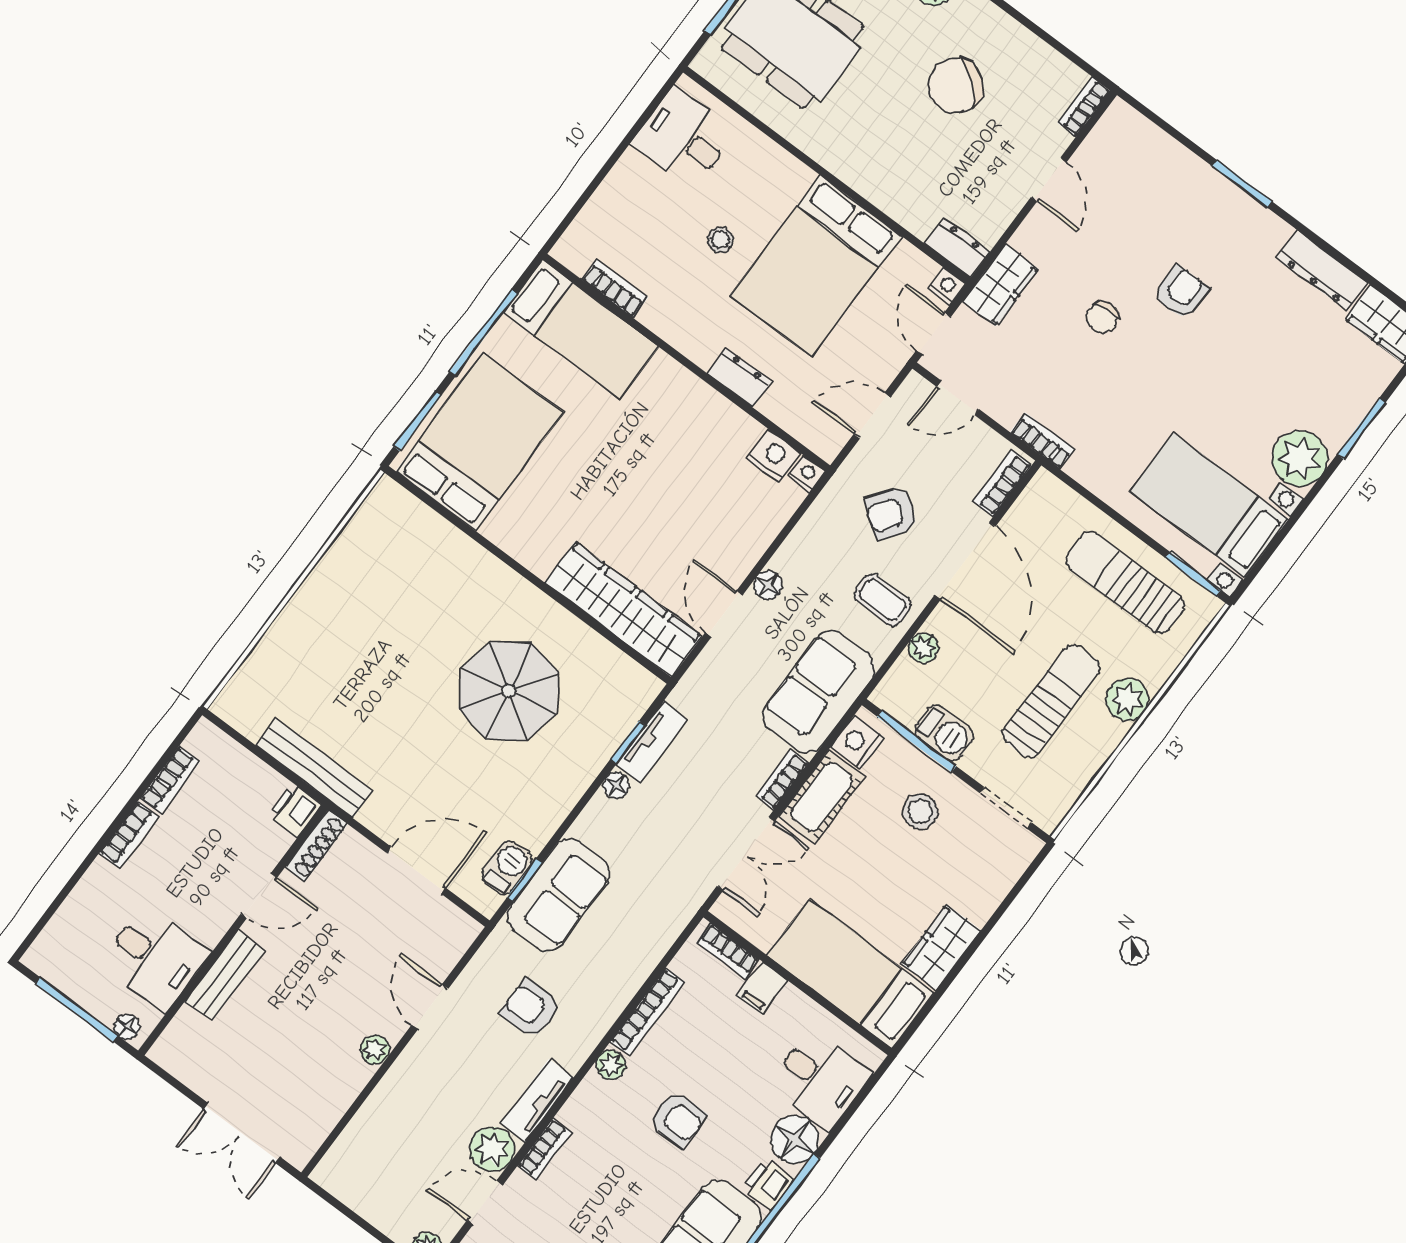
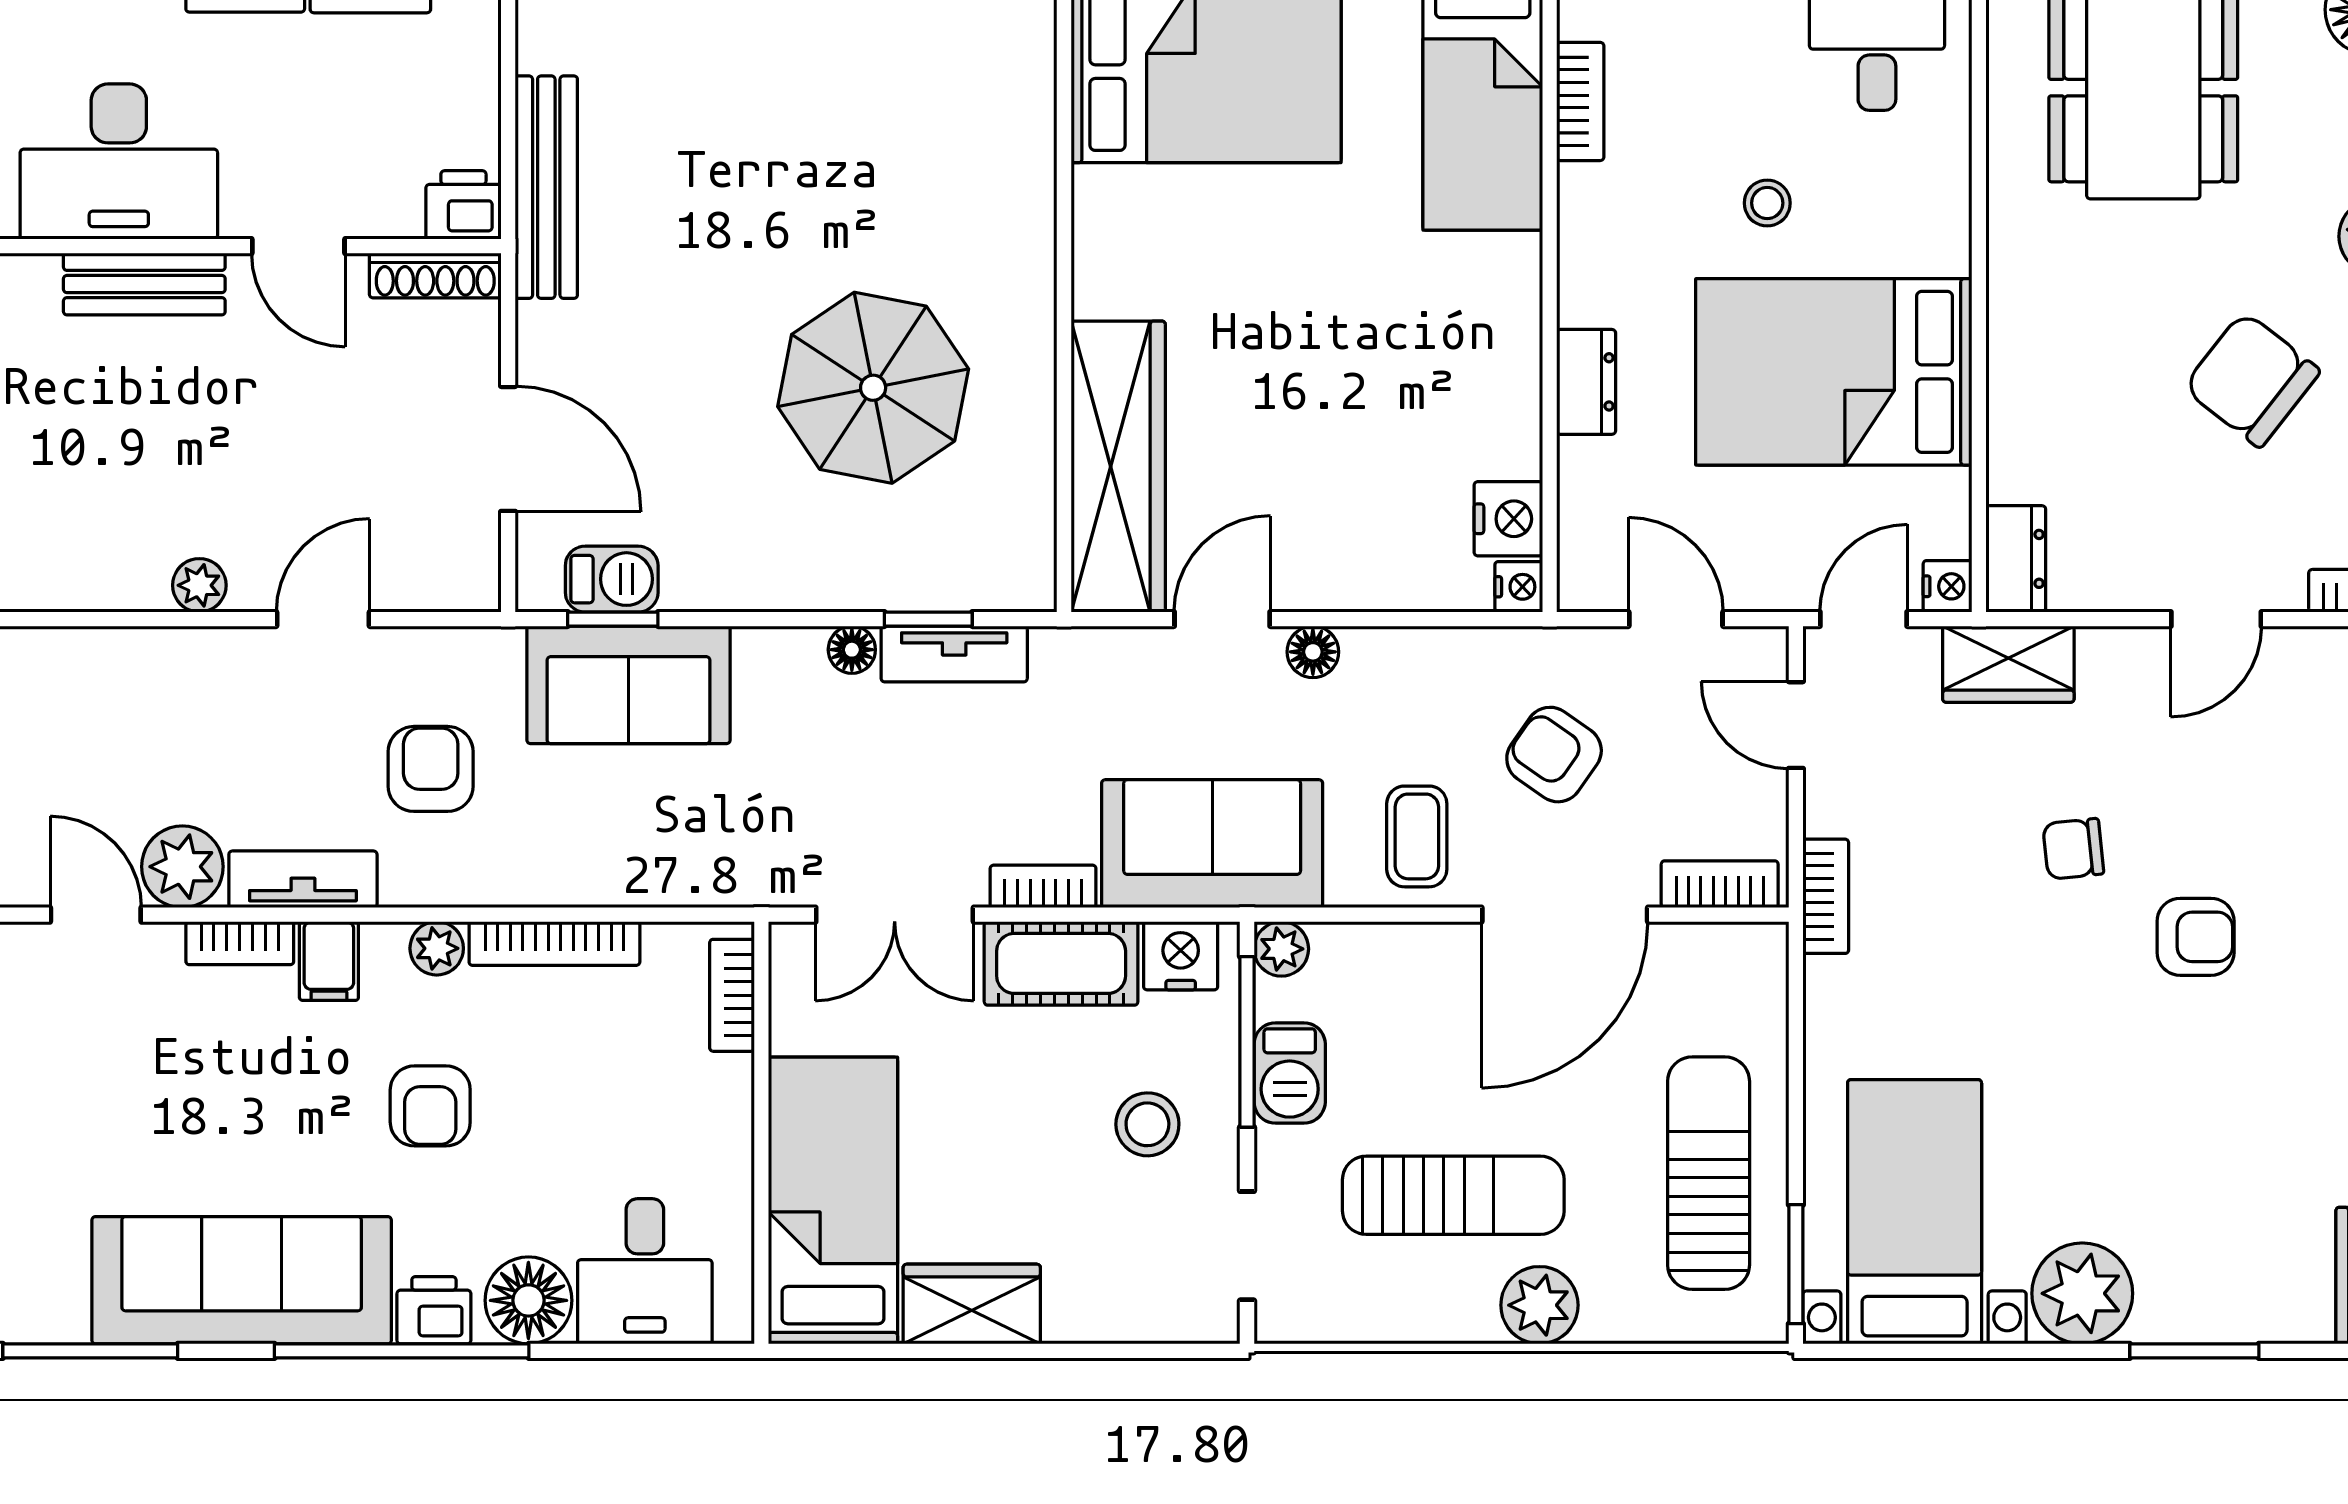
plant: (923, 648) -> (1281, 949), moved
desk: (155, 958) -> (119, 162), width x1.37
filing cabinet: (762, 988) -> (329, 961), moved, turned -90

